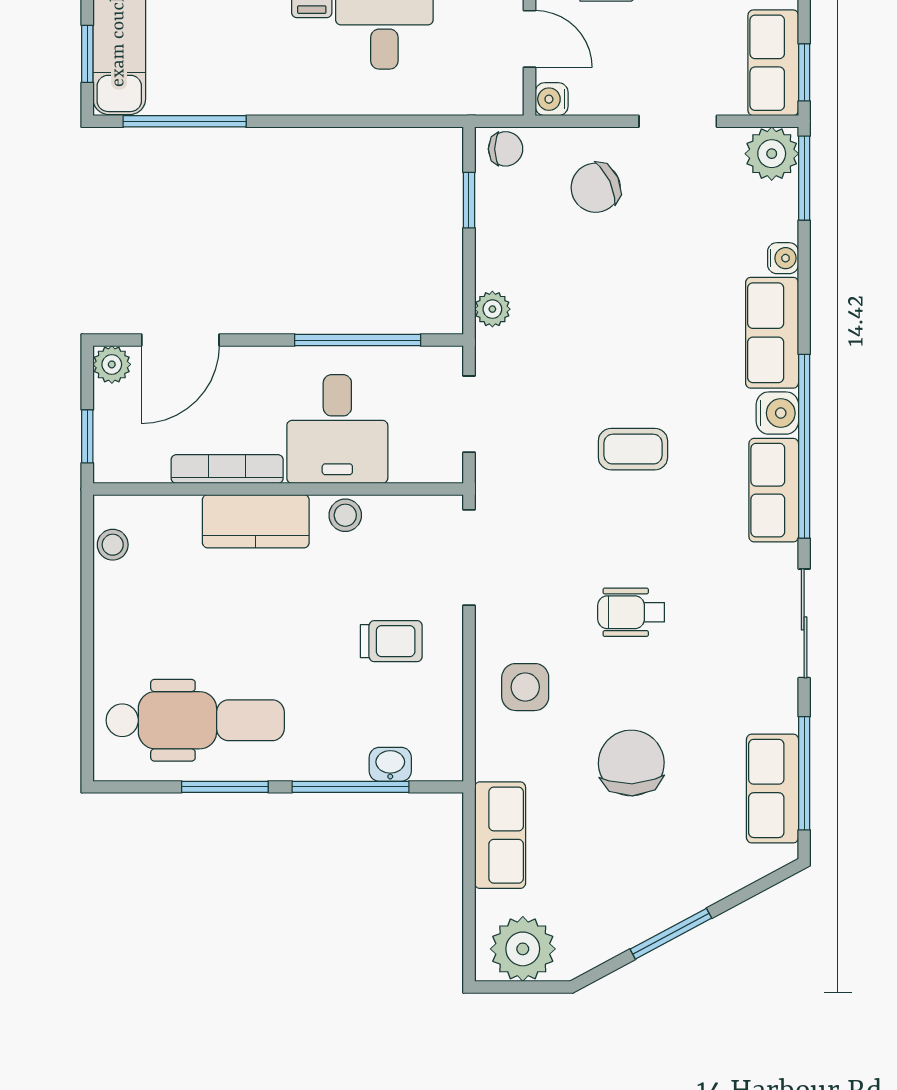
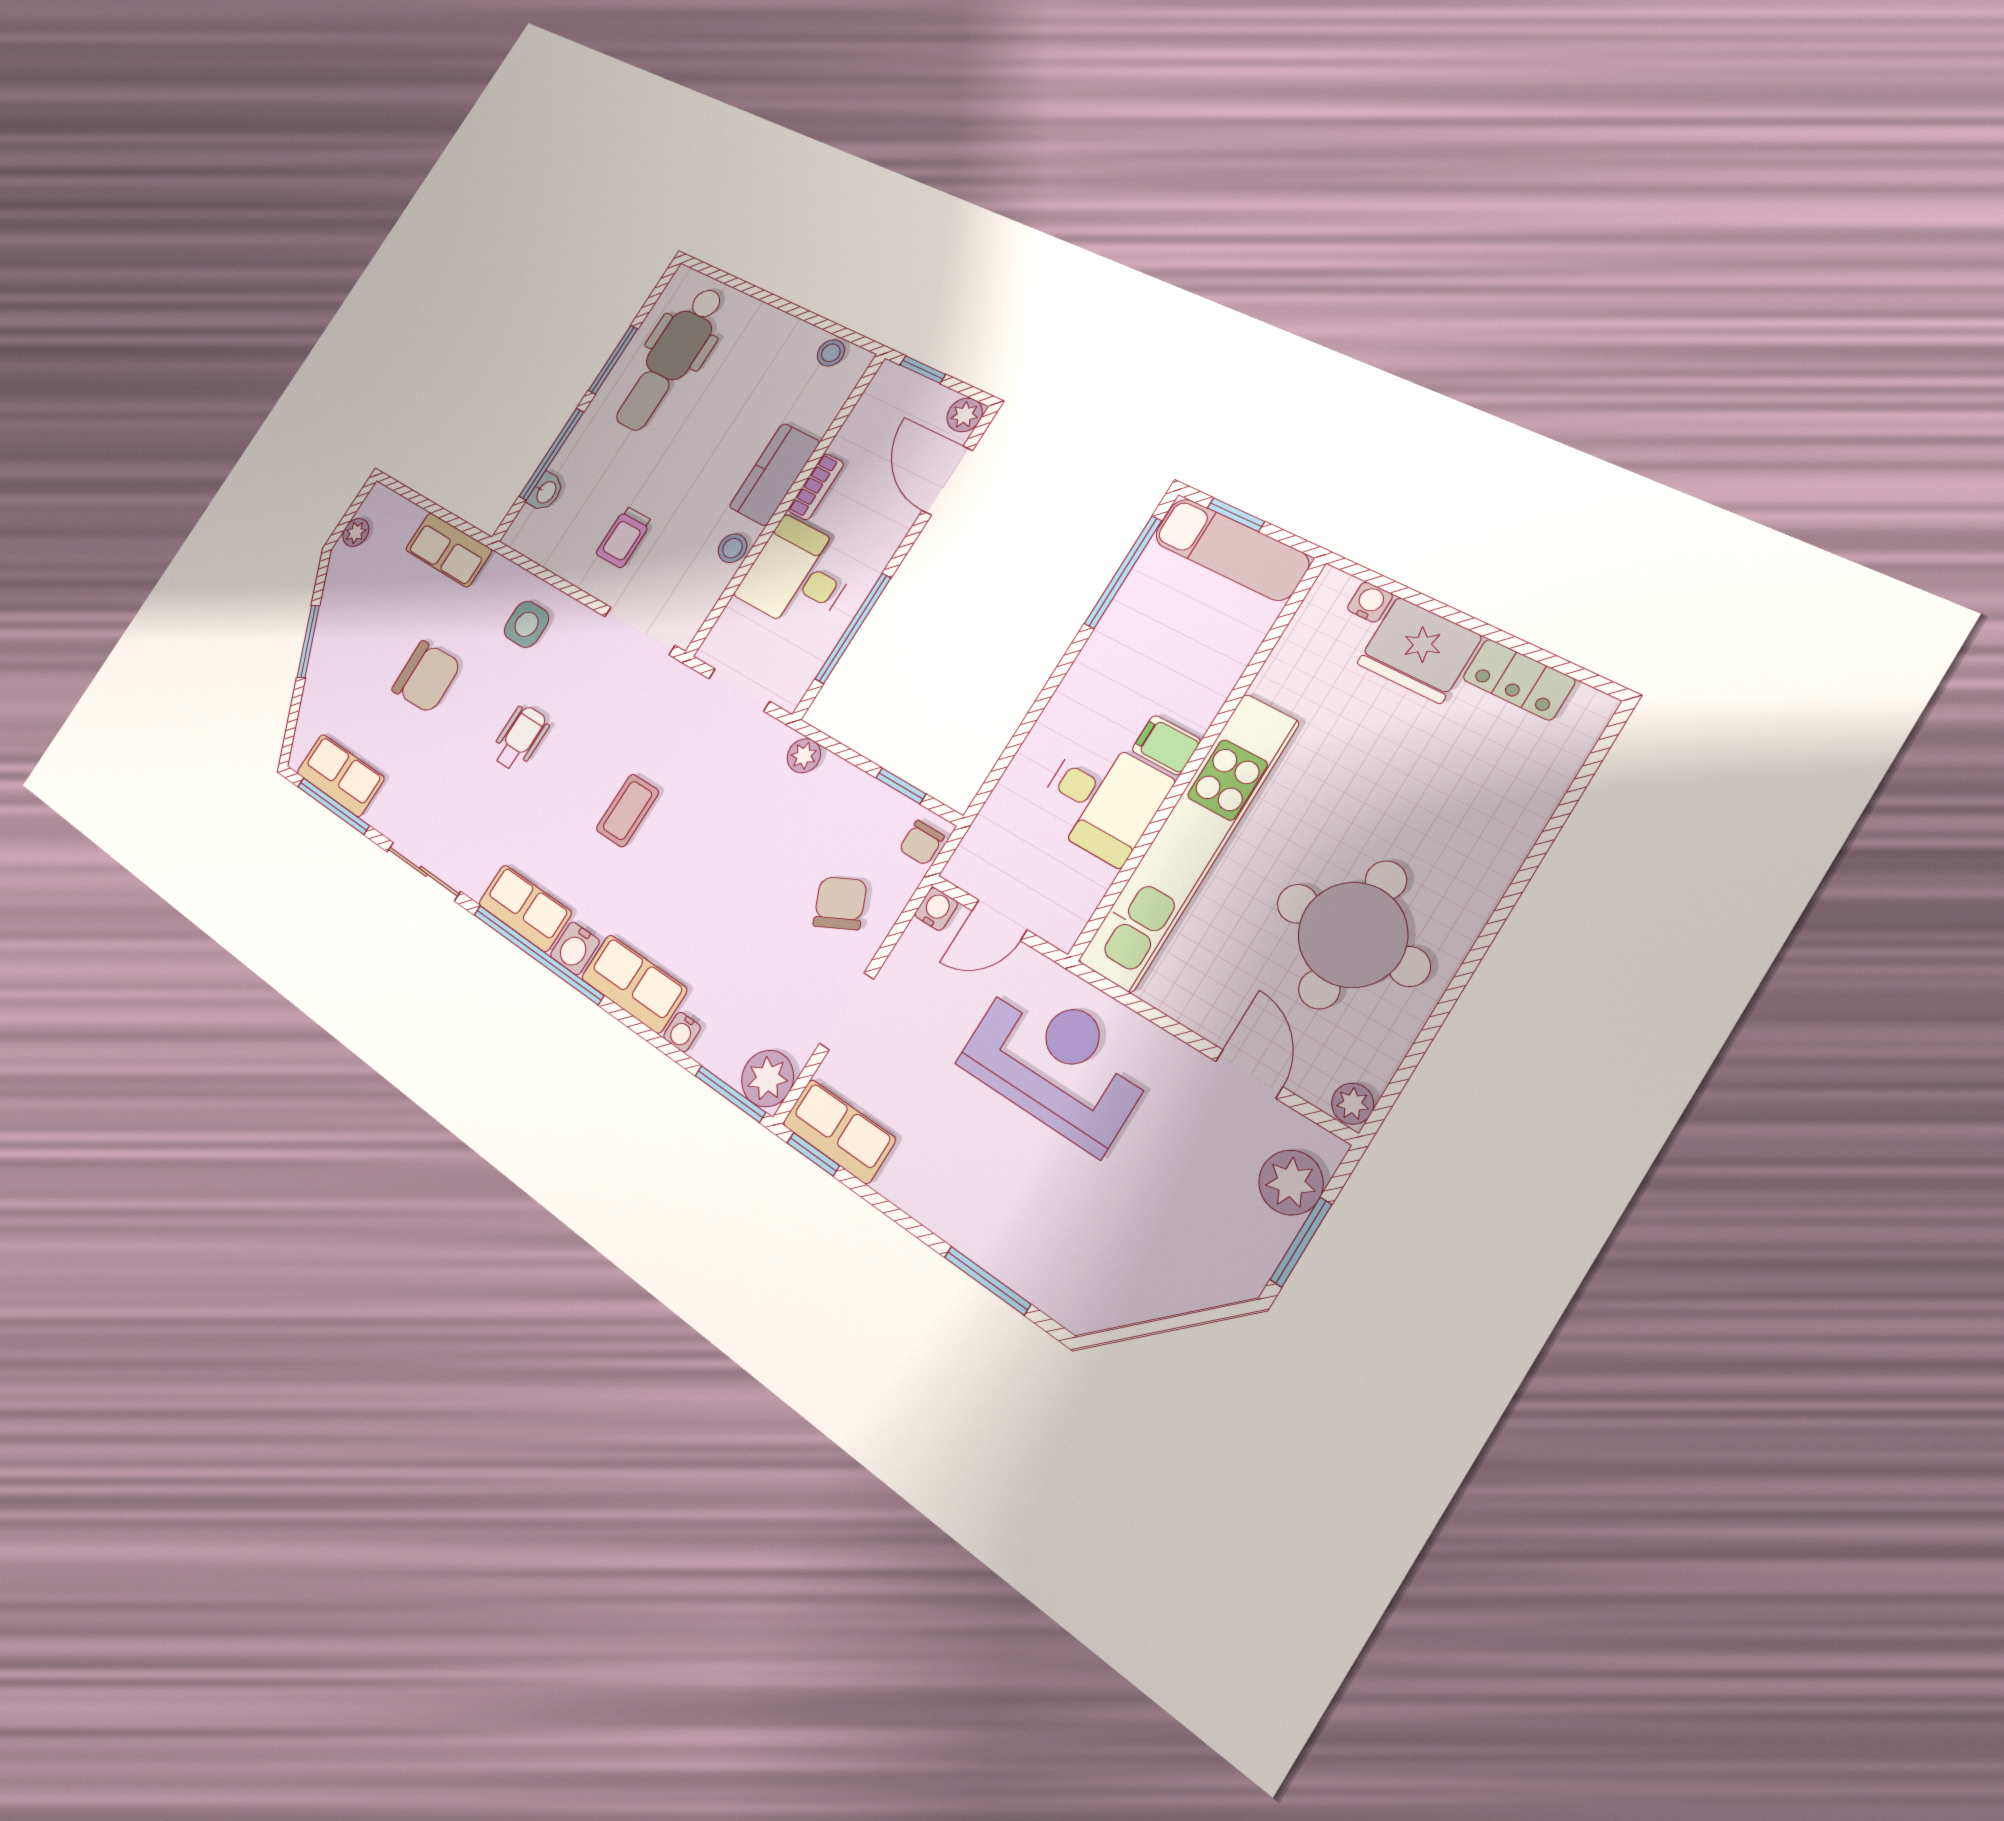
bookcase: (227, 469) -> (816, 487), width x0.64
plant: (523, 949) -> (356, 532), width x0.53, depth x0.53

